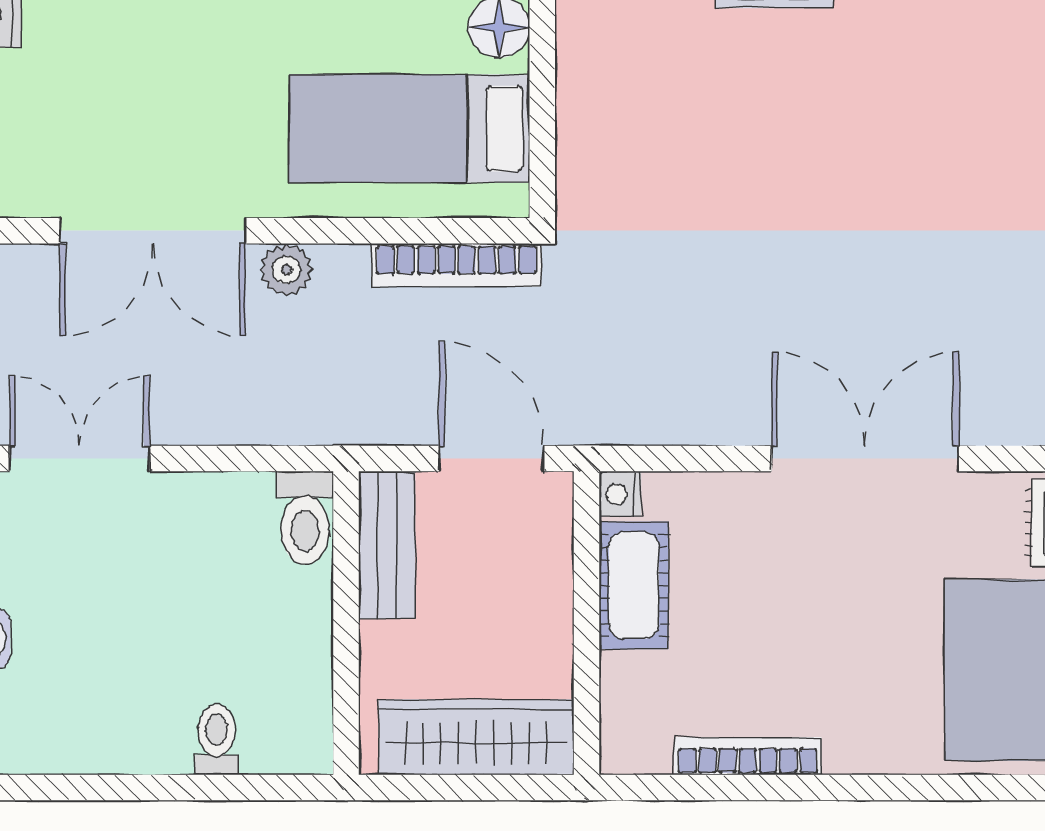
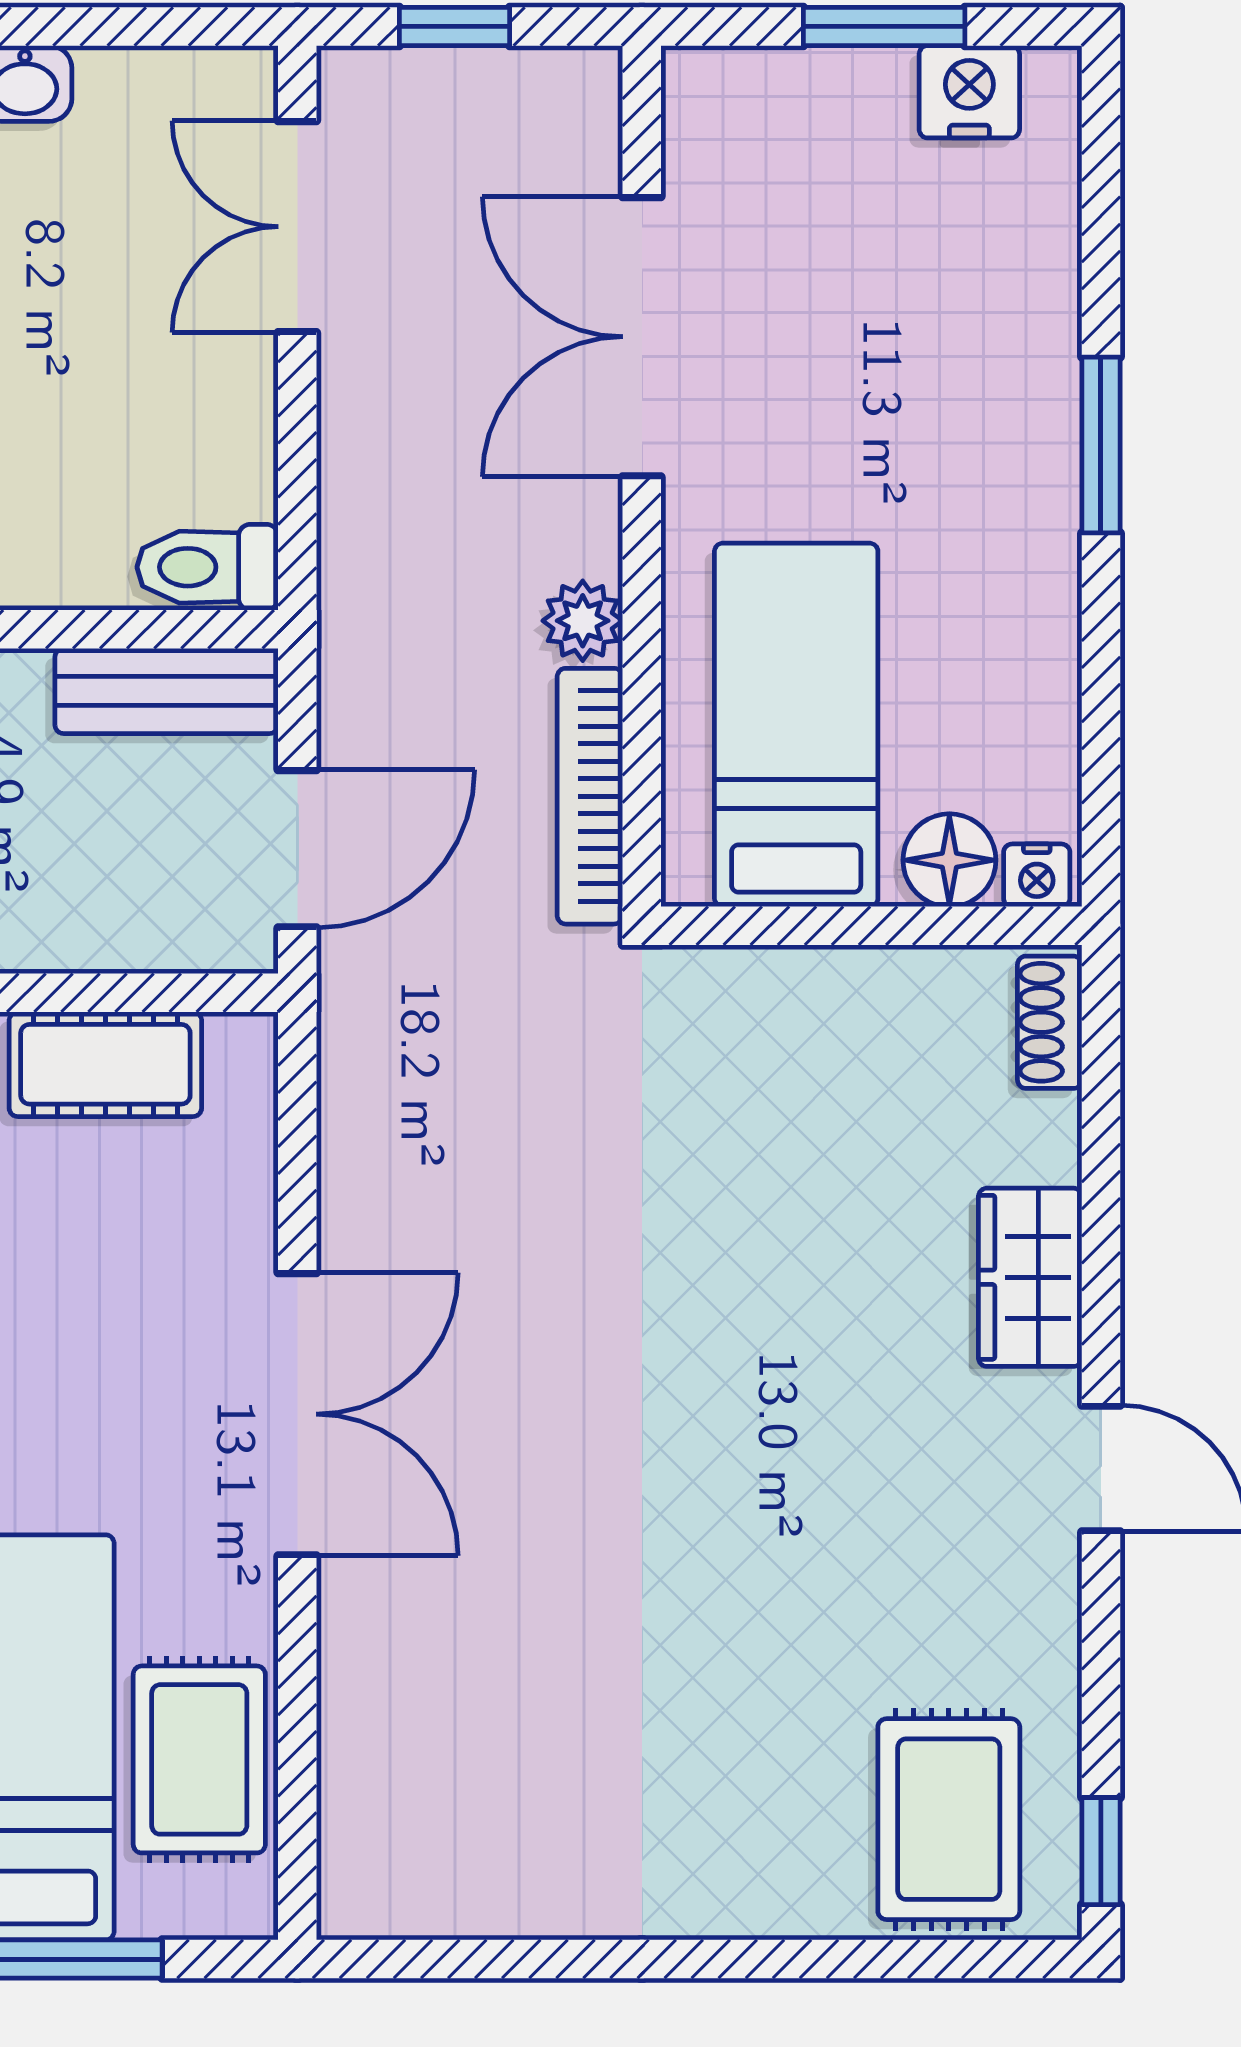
plant: (286, 270) -> (583, 621), moved
double door: (80, 459) -> (297, 227), swing flipped
nightstand: (620, 494) -> (243, 1044), removed

